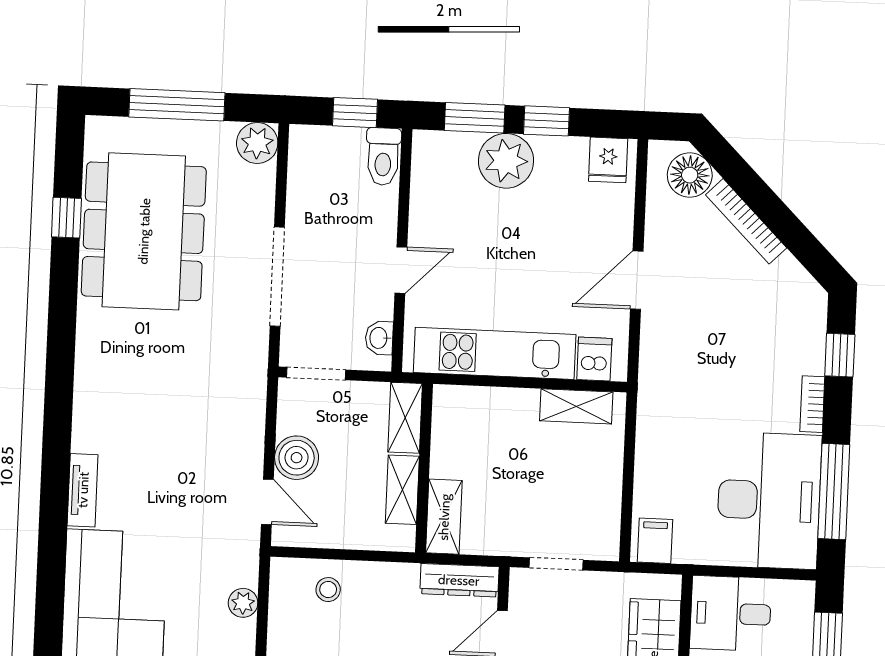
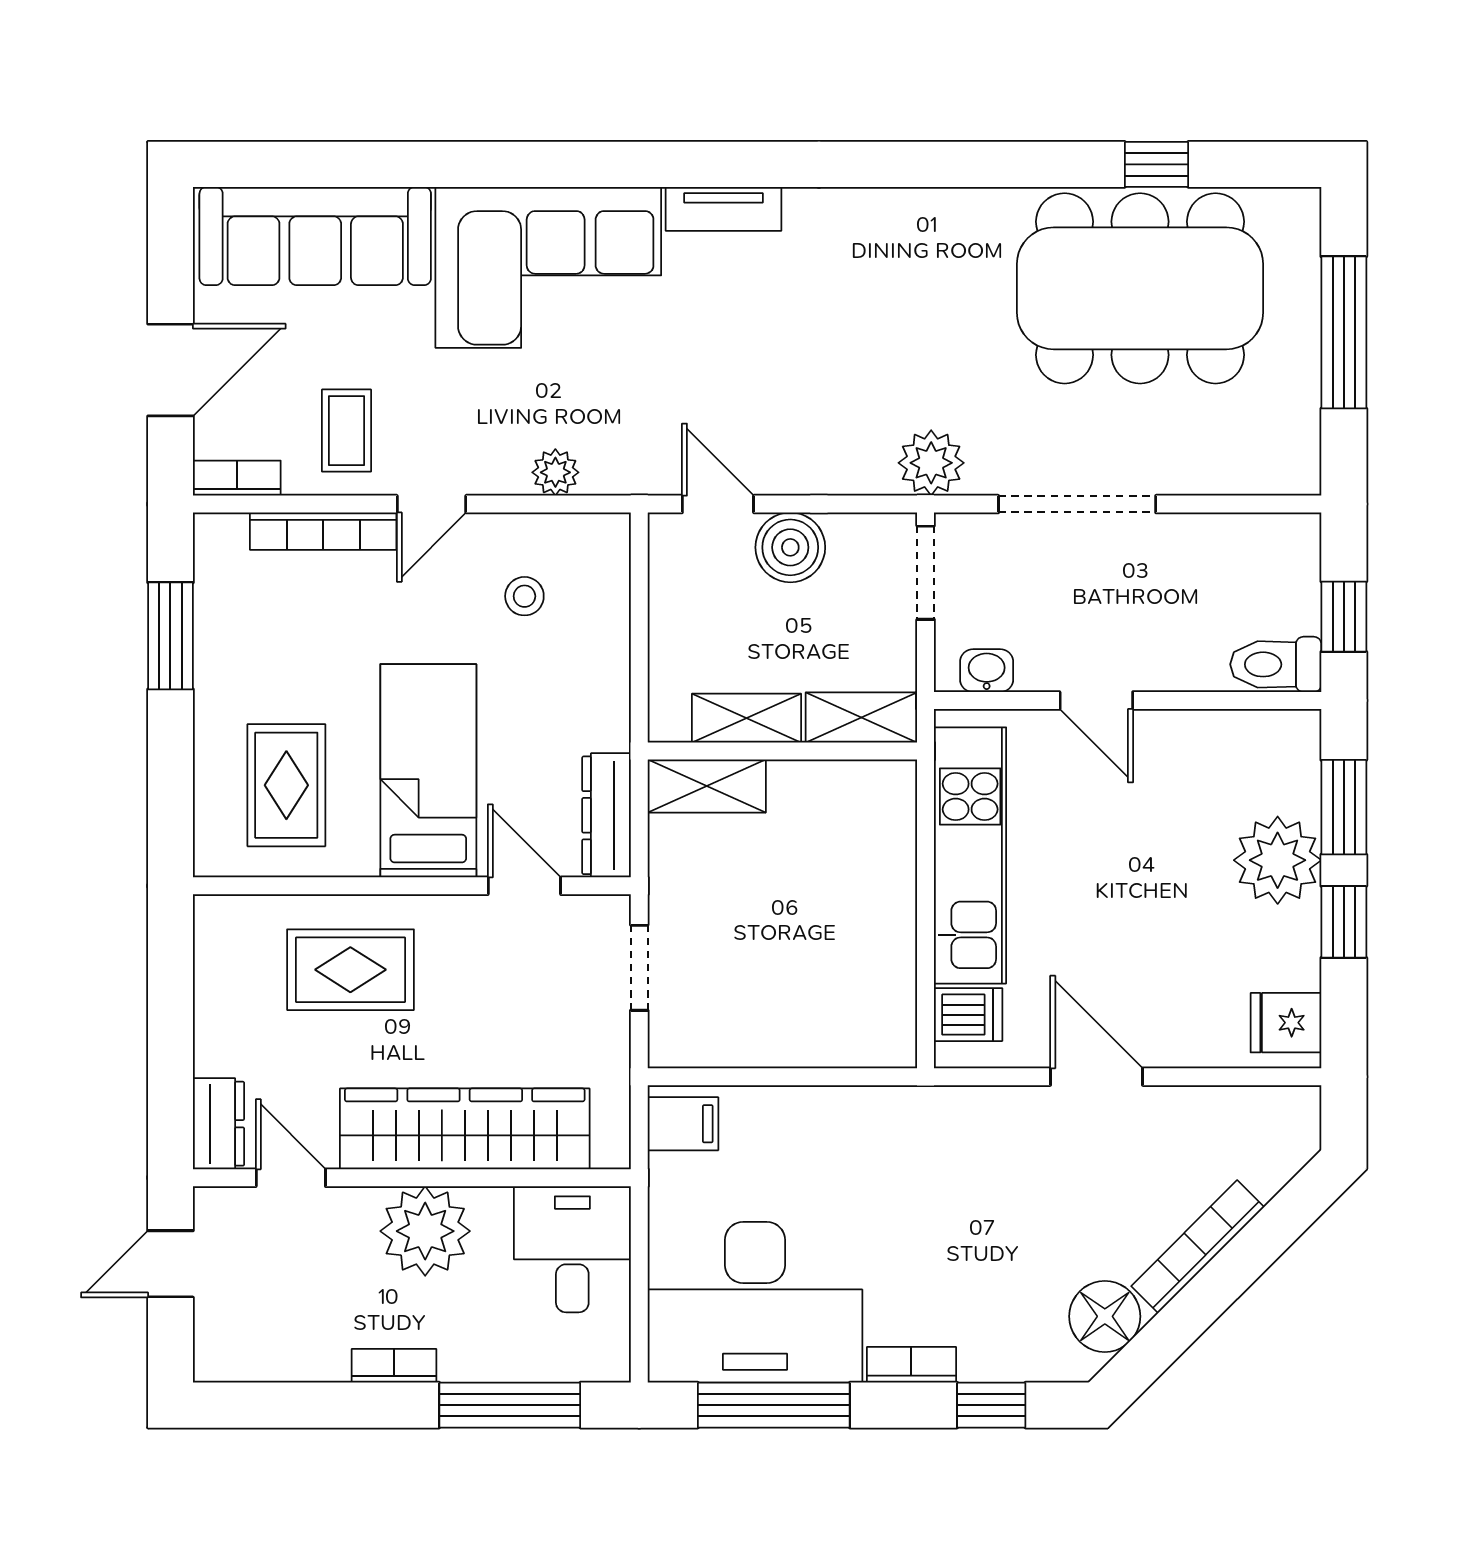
plant: (257, 143) -> (931, 463), moved
floor lamp: (690, 175) -> (1105, 1316), moved
shelving: (576, 406) -> (891, 989), removed
door: (267, 502) -> (718, 504), swing flipped
stool: (328, 590) -> (524, 596), moved

